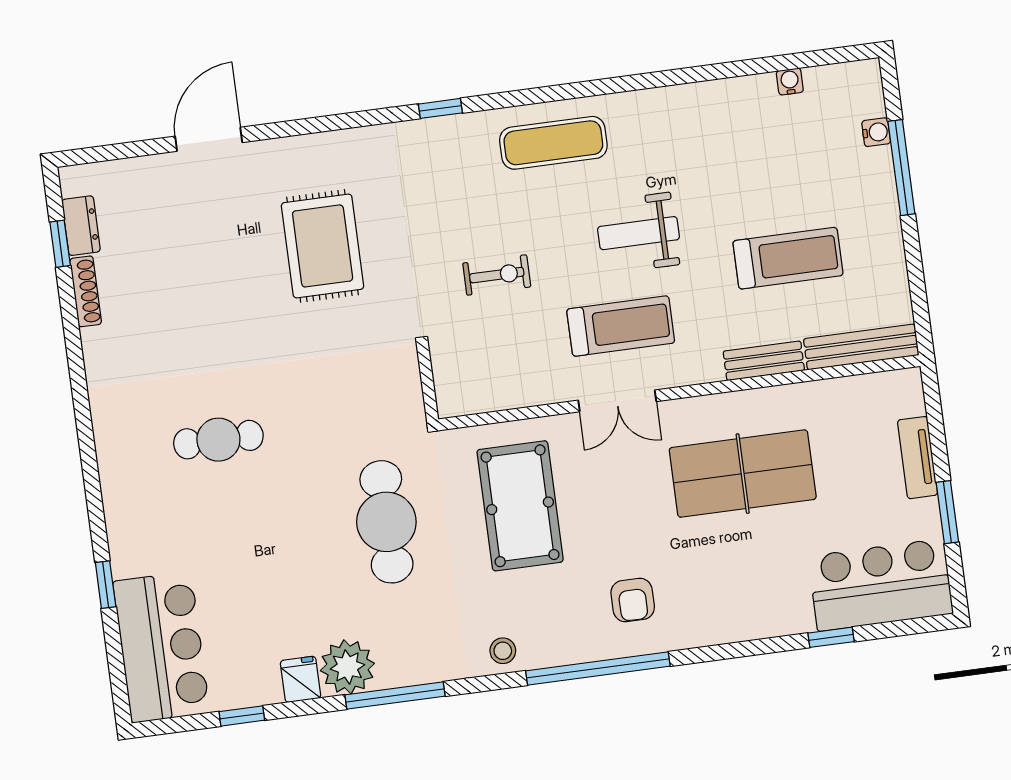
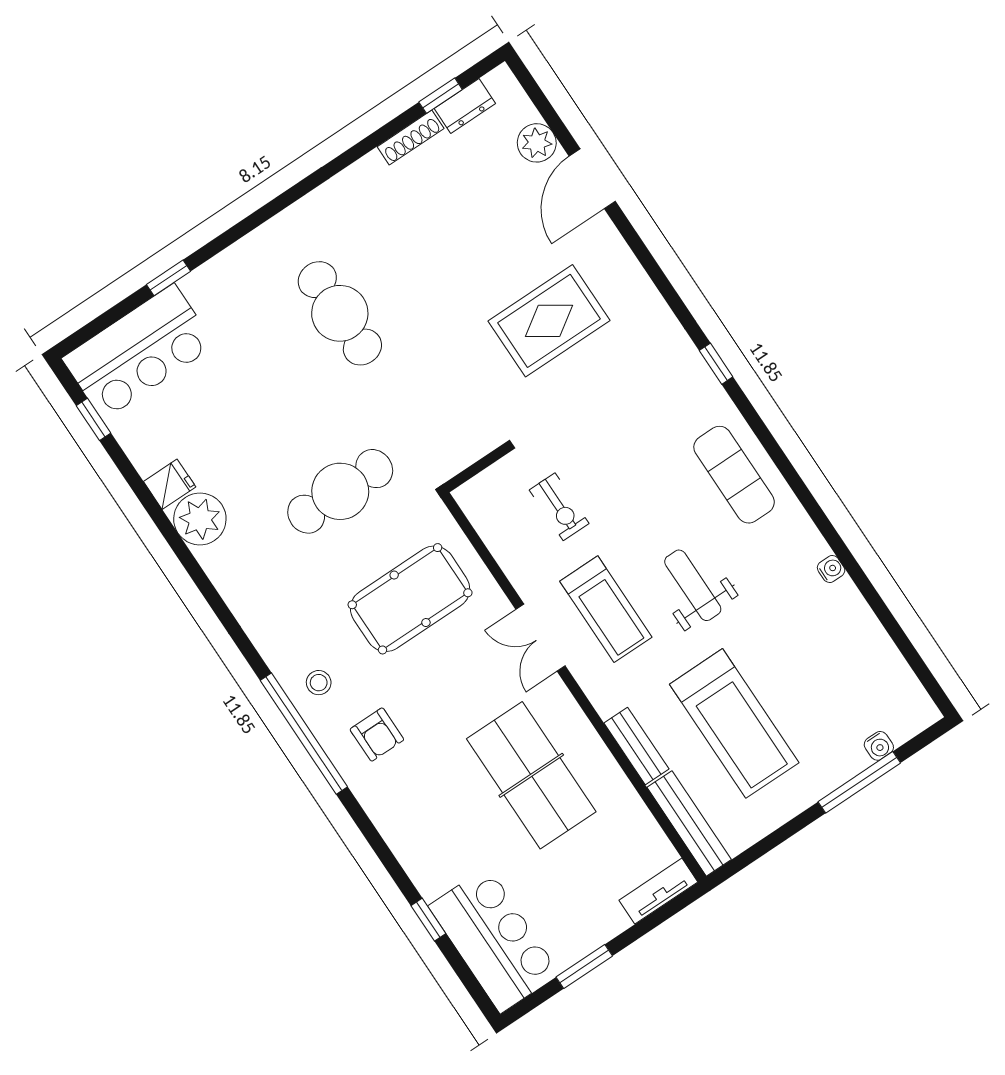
water cooler: (790, 82) -> (831, 569), moved
door: (209, 139) -> (592, 179), swing flipped
plant: (149, 175) -> (537, 143), added
treadmill: (788, 258) -> (734, 723), width x1.37, depth x1.38
exercise bike: (497, 275) -> (559, 507), moved
cafe table: (218, 440) -> (340, 313), width x1.37, depth x1.35
tv unit: (917, 458) -> (658, 891), moved
armchair: (633, 600) -> (377, 735), turned -90
stool: (503, 651) -> (319, 683), moved
window: (395, 696) -> (195, 572), removed
window: (242, 716) -> (94, 419), moved

